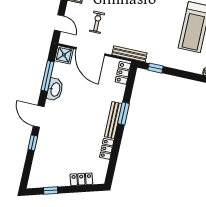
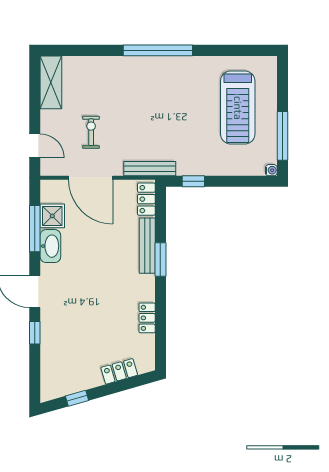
shower: (64, 55) -> (52, 216), moved
bench: (113, 120) -> (147, 246), moved

